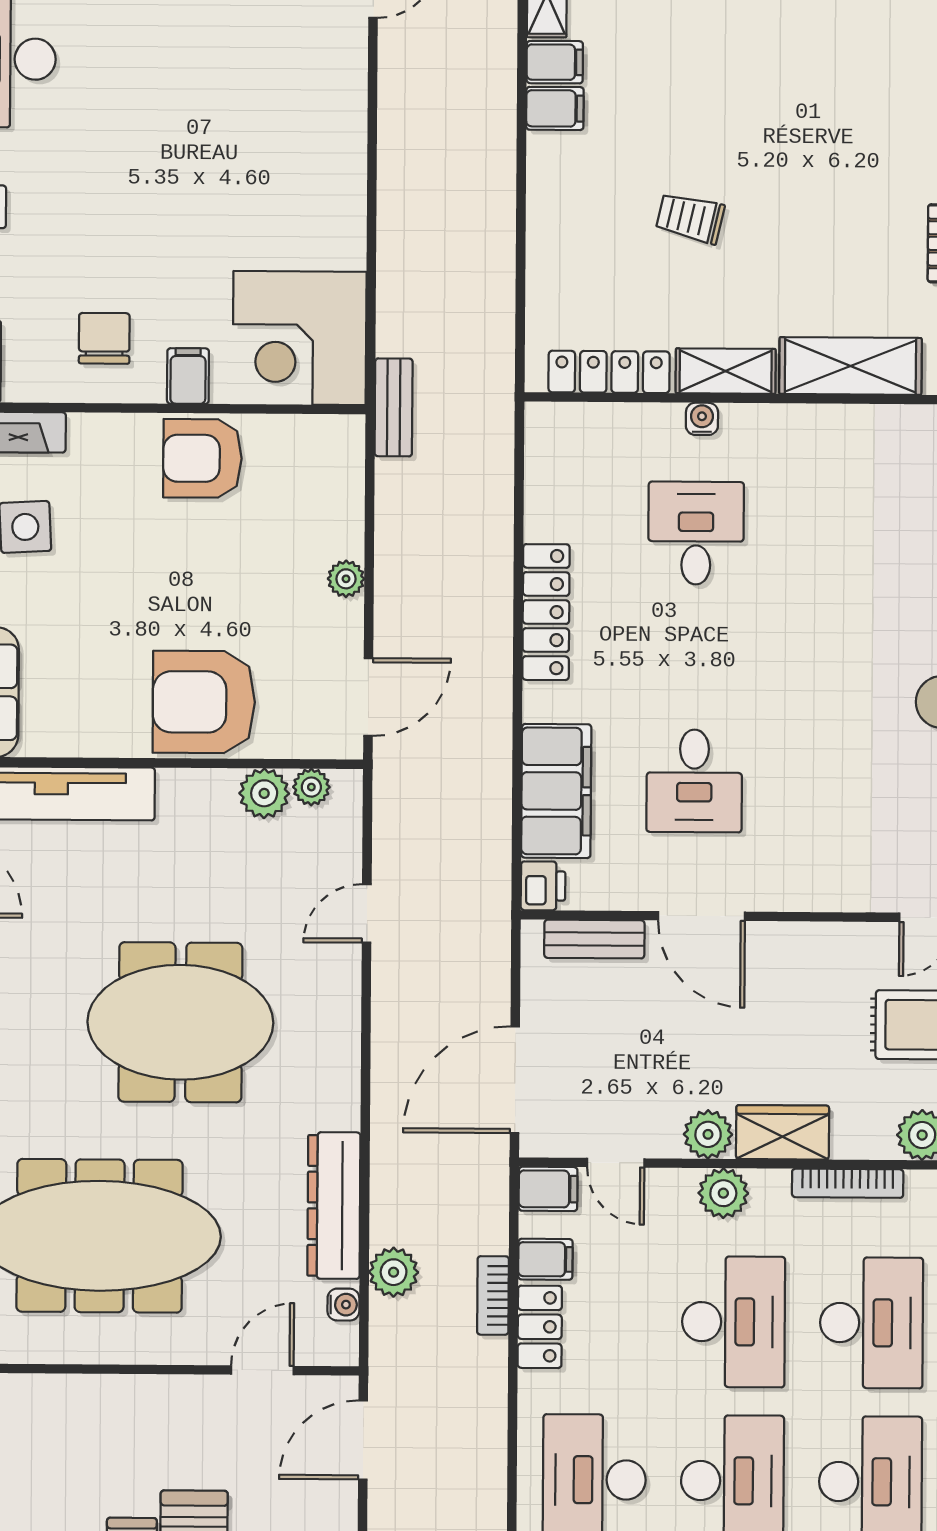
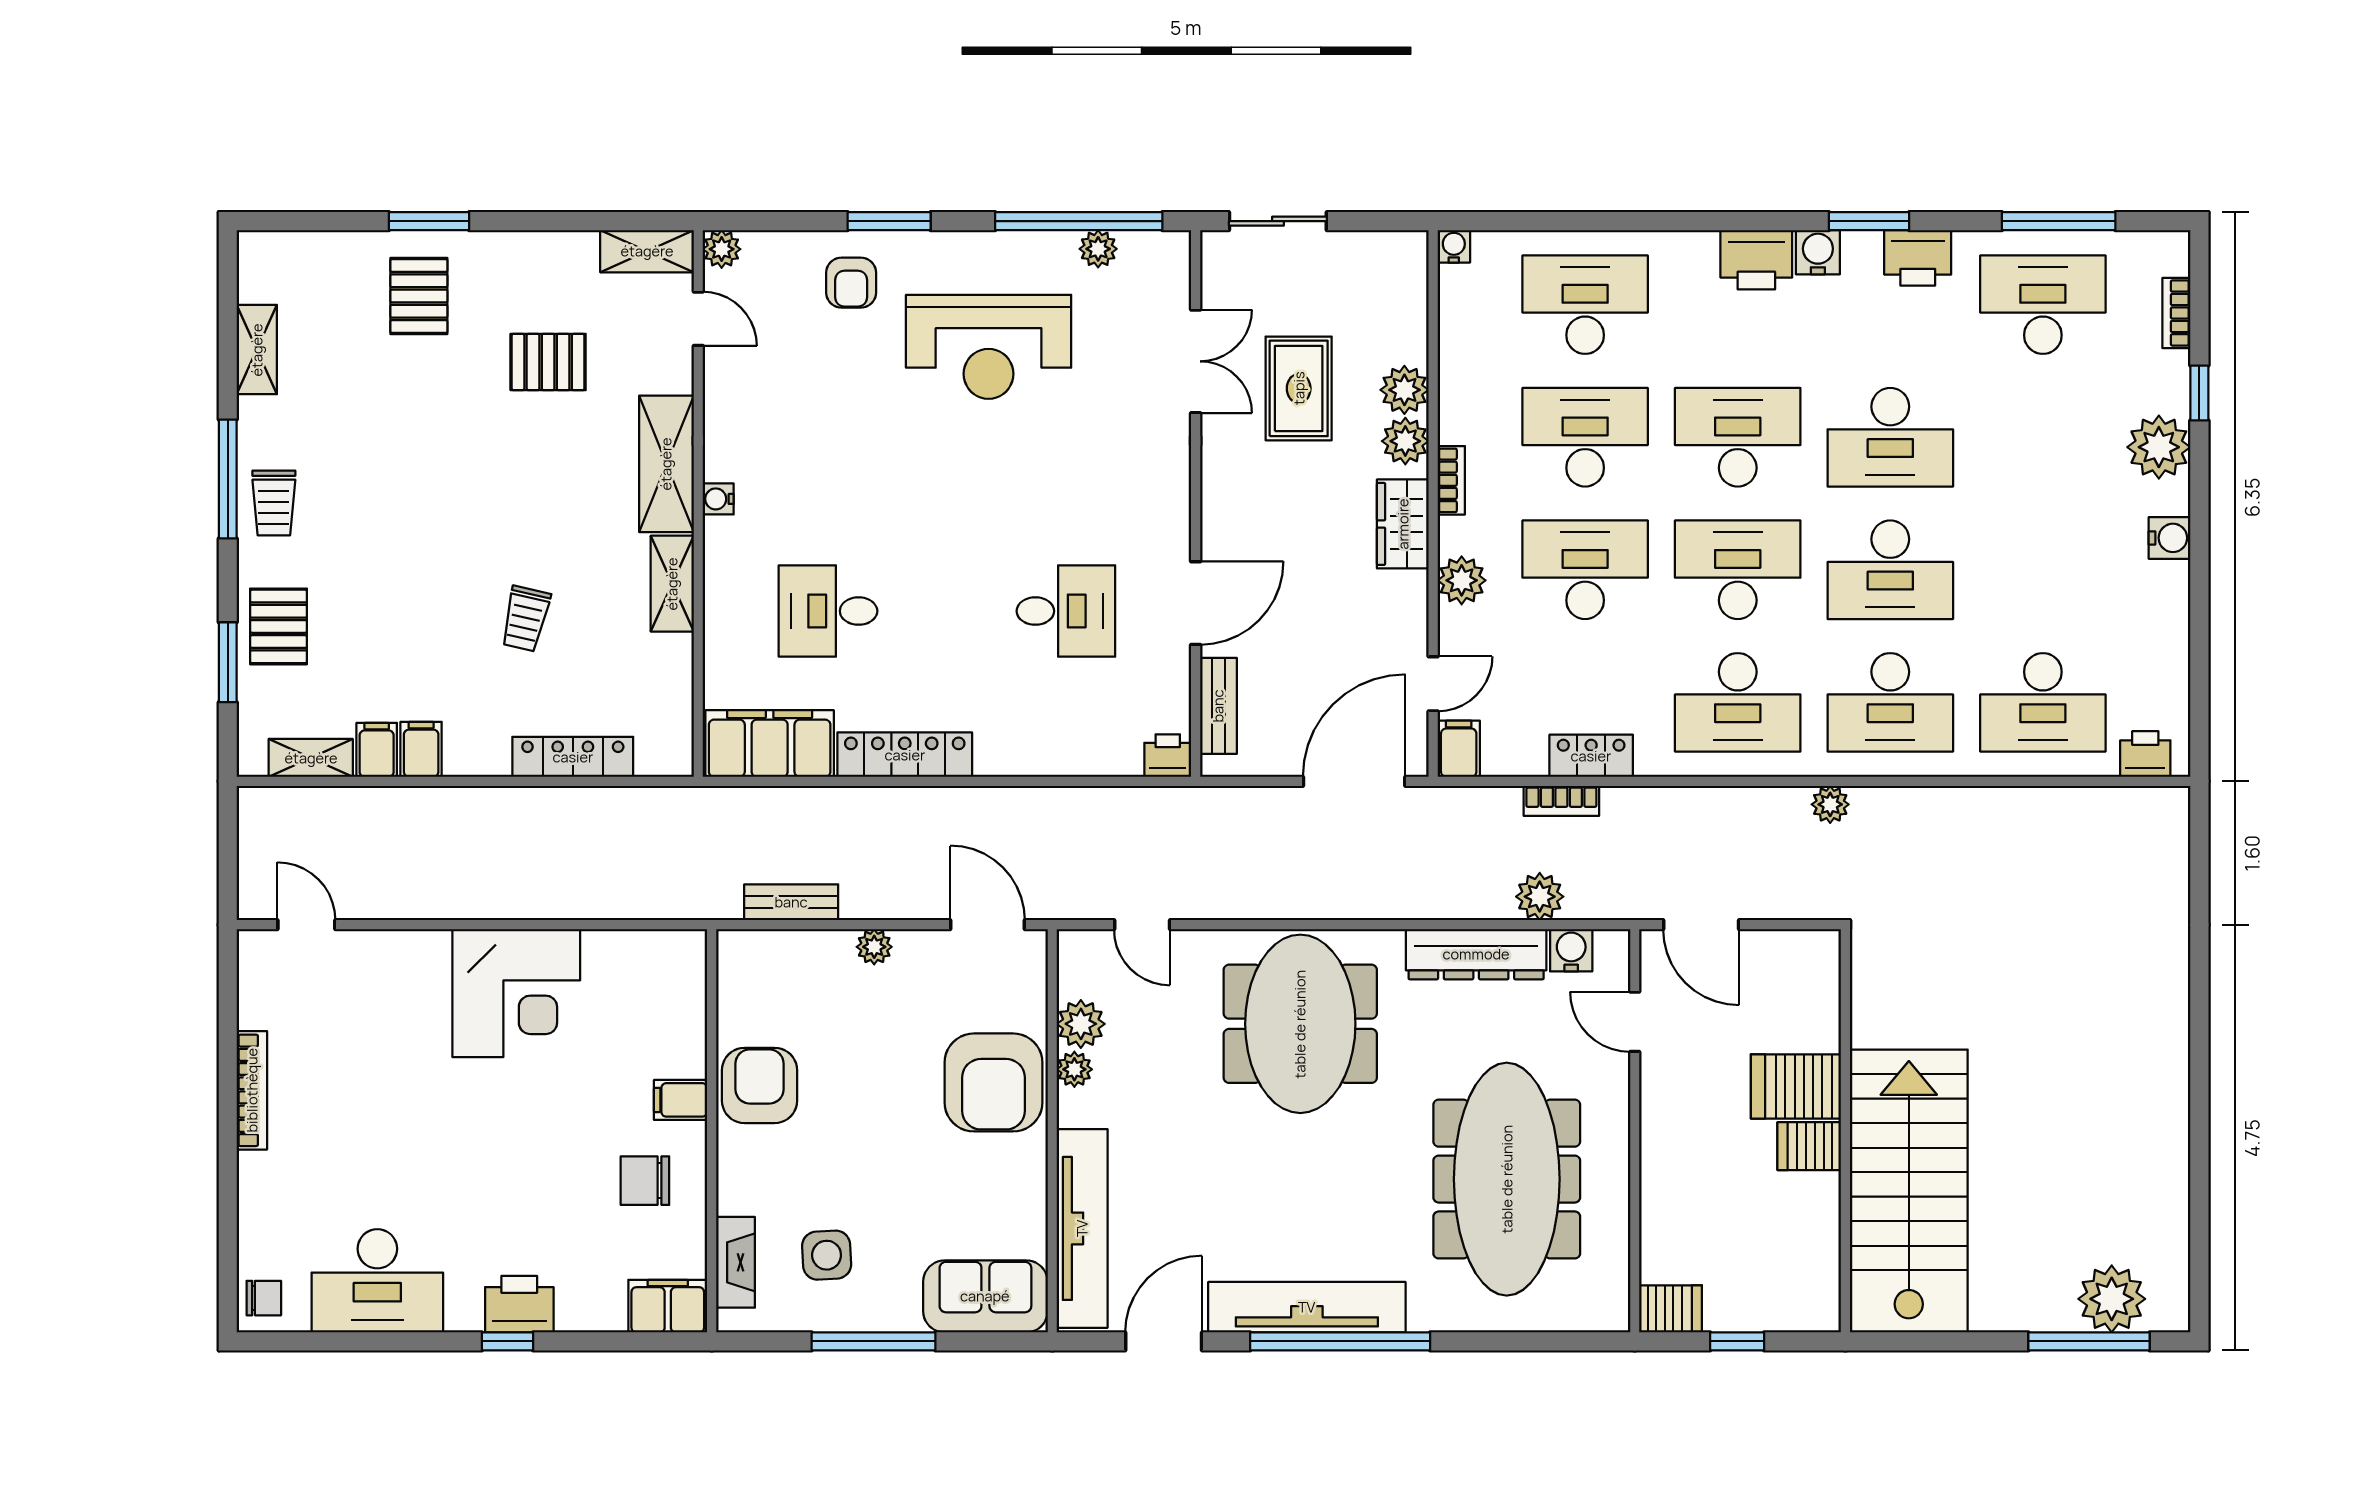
corner desk: (299, 338) -> (516, 993), moved
locker: (609, 372) -> (573, 757), moved, turned 90
bench: (394, 407) -> (791, 902), moved
water cooler: (702, 419) -> (718, 499), moved
armchair: (202, 458) -> (760, 1085), turned 180
plant: (311, 787) -> (1074, 1069), moved
filing cabinet: (556, 791) -> (770, 744), moved
door: (367, 913) -> (1142, 925), moved
meeting table: (180, 1022) -> (1300, 1024), moved
door: (515, 1080) -> (1354, 781), swing flipped
plant: (708, 1134) -> (1405, 441), moved
bookcase: (848, 1183) -> (1451, 480), width x0.64
filing cabinet: (545, 1259) -> (1526, 751), removed
water cooler: (343, 1305) -> (1571, 950), width x1.38, depth x1.38

